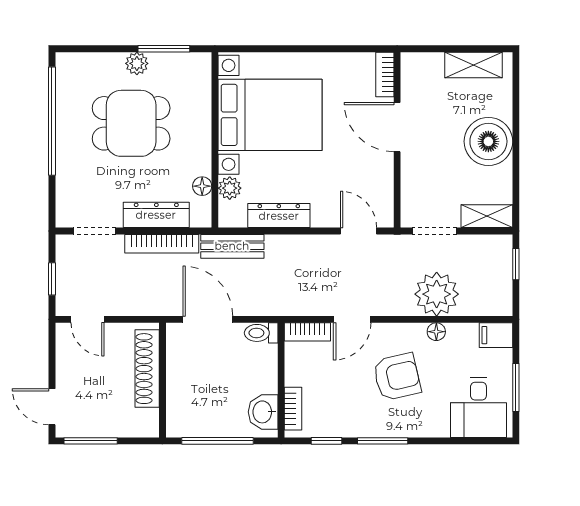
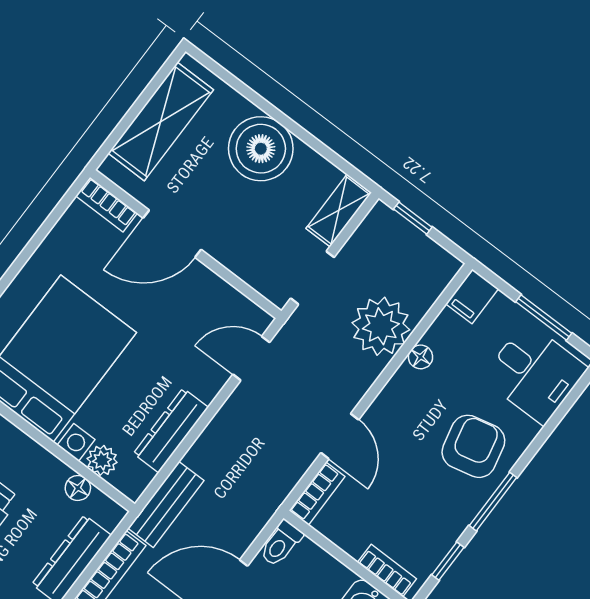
shelving: (473, 65) -> (161, 122), width x1.50, depth x1.33
armchair: (397, 377) -> (473, 446), moved

